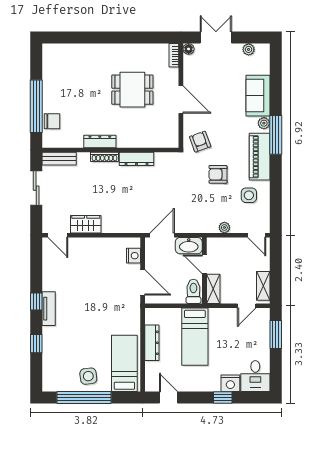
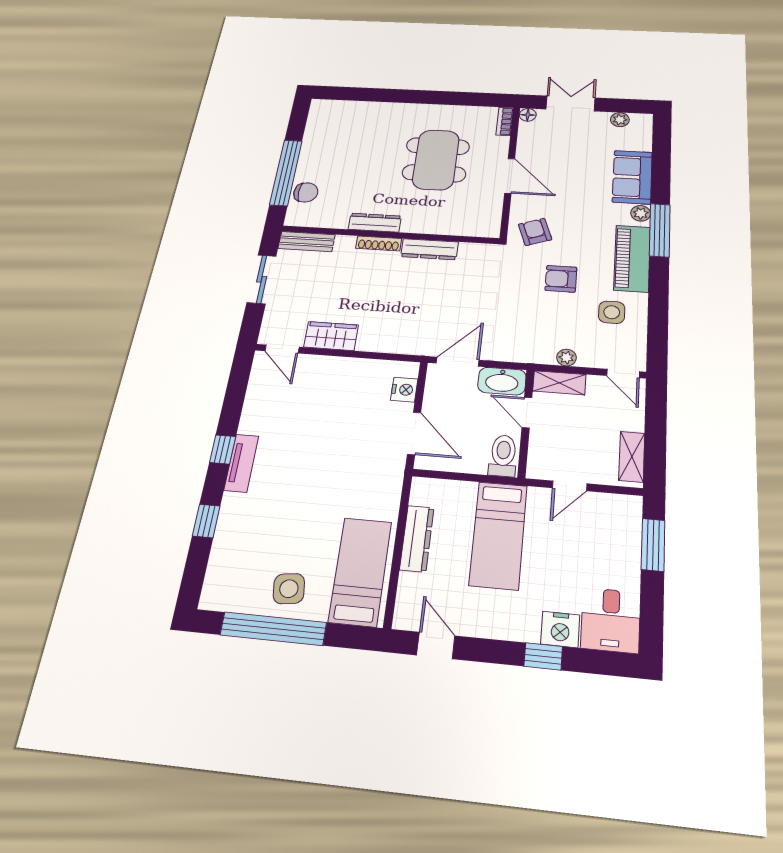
dining table: (132, 90) -> (436, 160), width x1.38
shelving: (213, 289) -> (559, 383), moved, turned 90
door: (247, 306) -> (570, 486), moved

